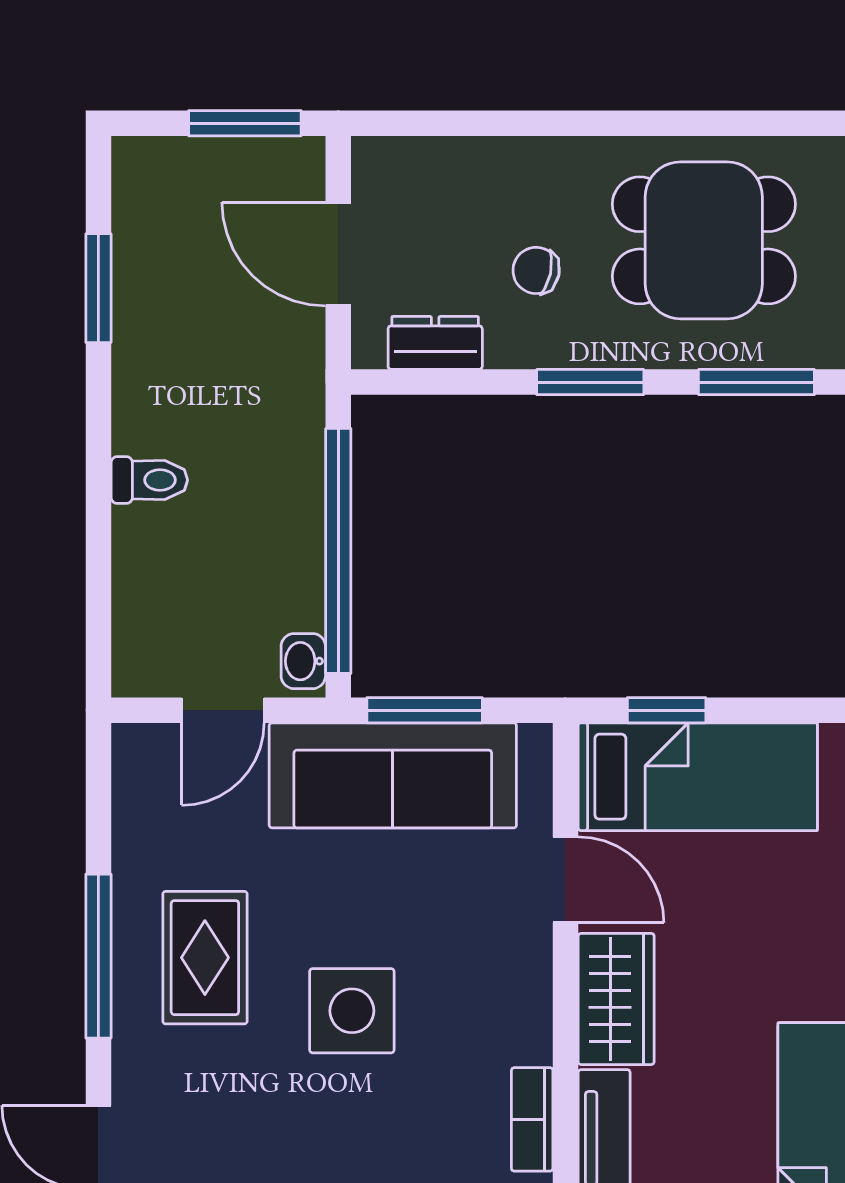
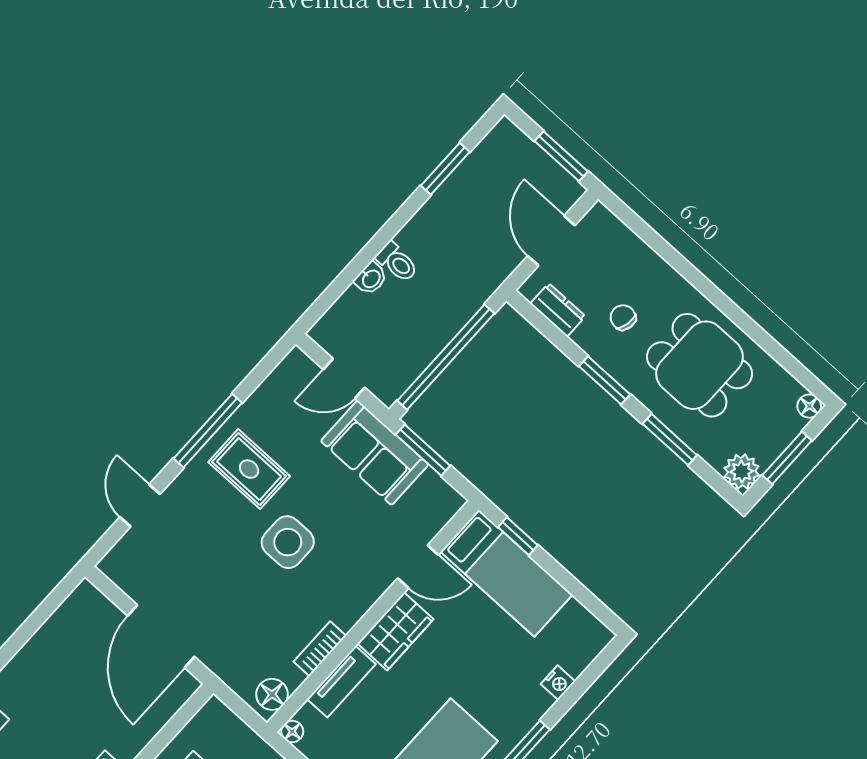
washbasin: (303, 661) -> (371, 278), moved, turned 180
sofa: (393, 775) -> (375, 453), width x0.73
door: (565, 880) -> (418, 567), hinge flipped
rug: (205, 958) -> (249, 469), turned 90

